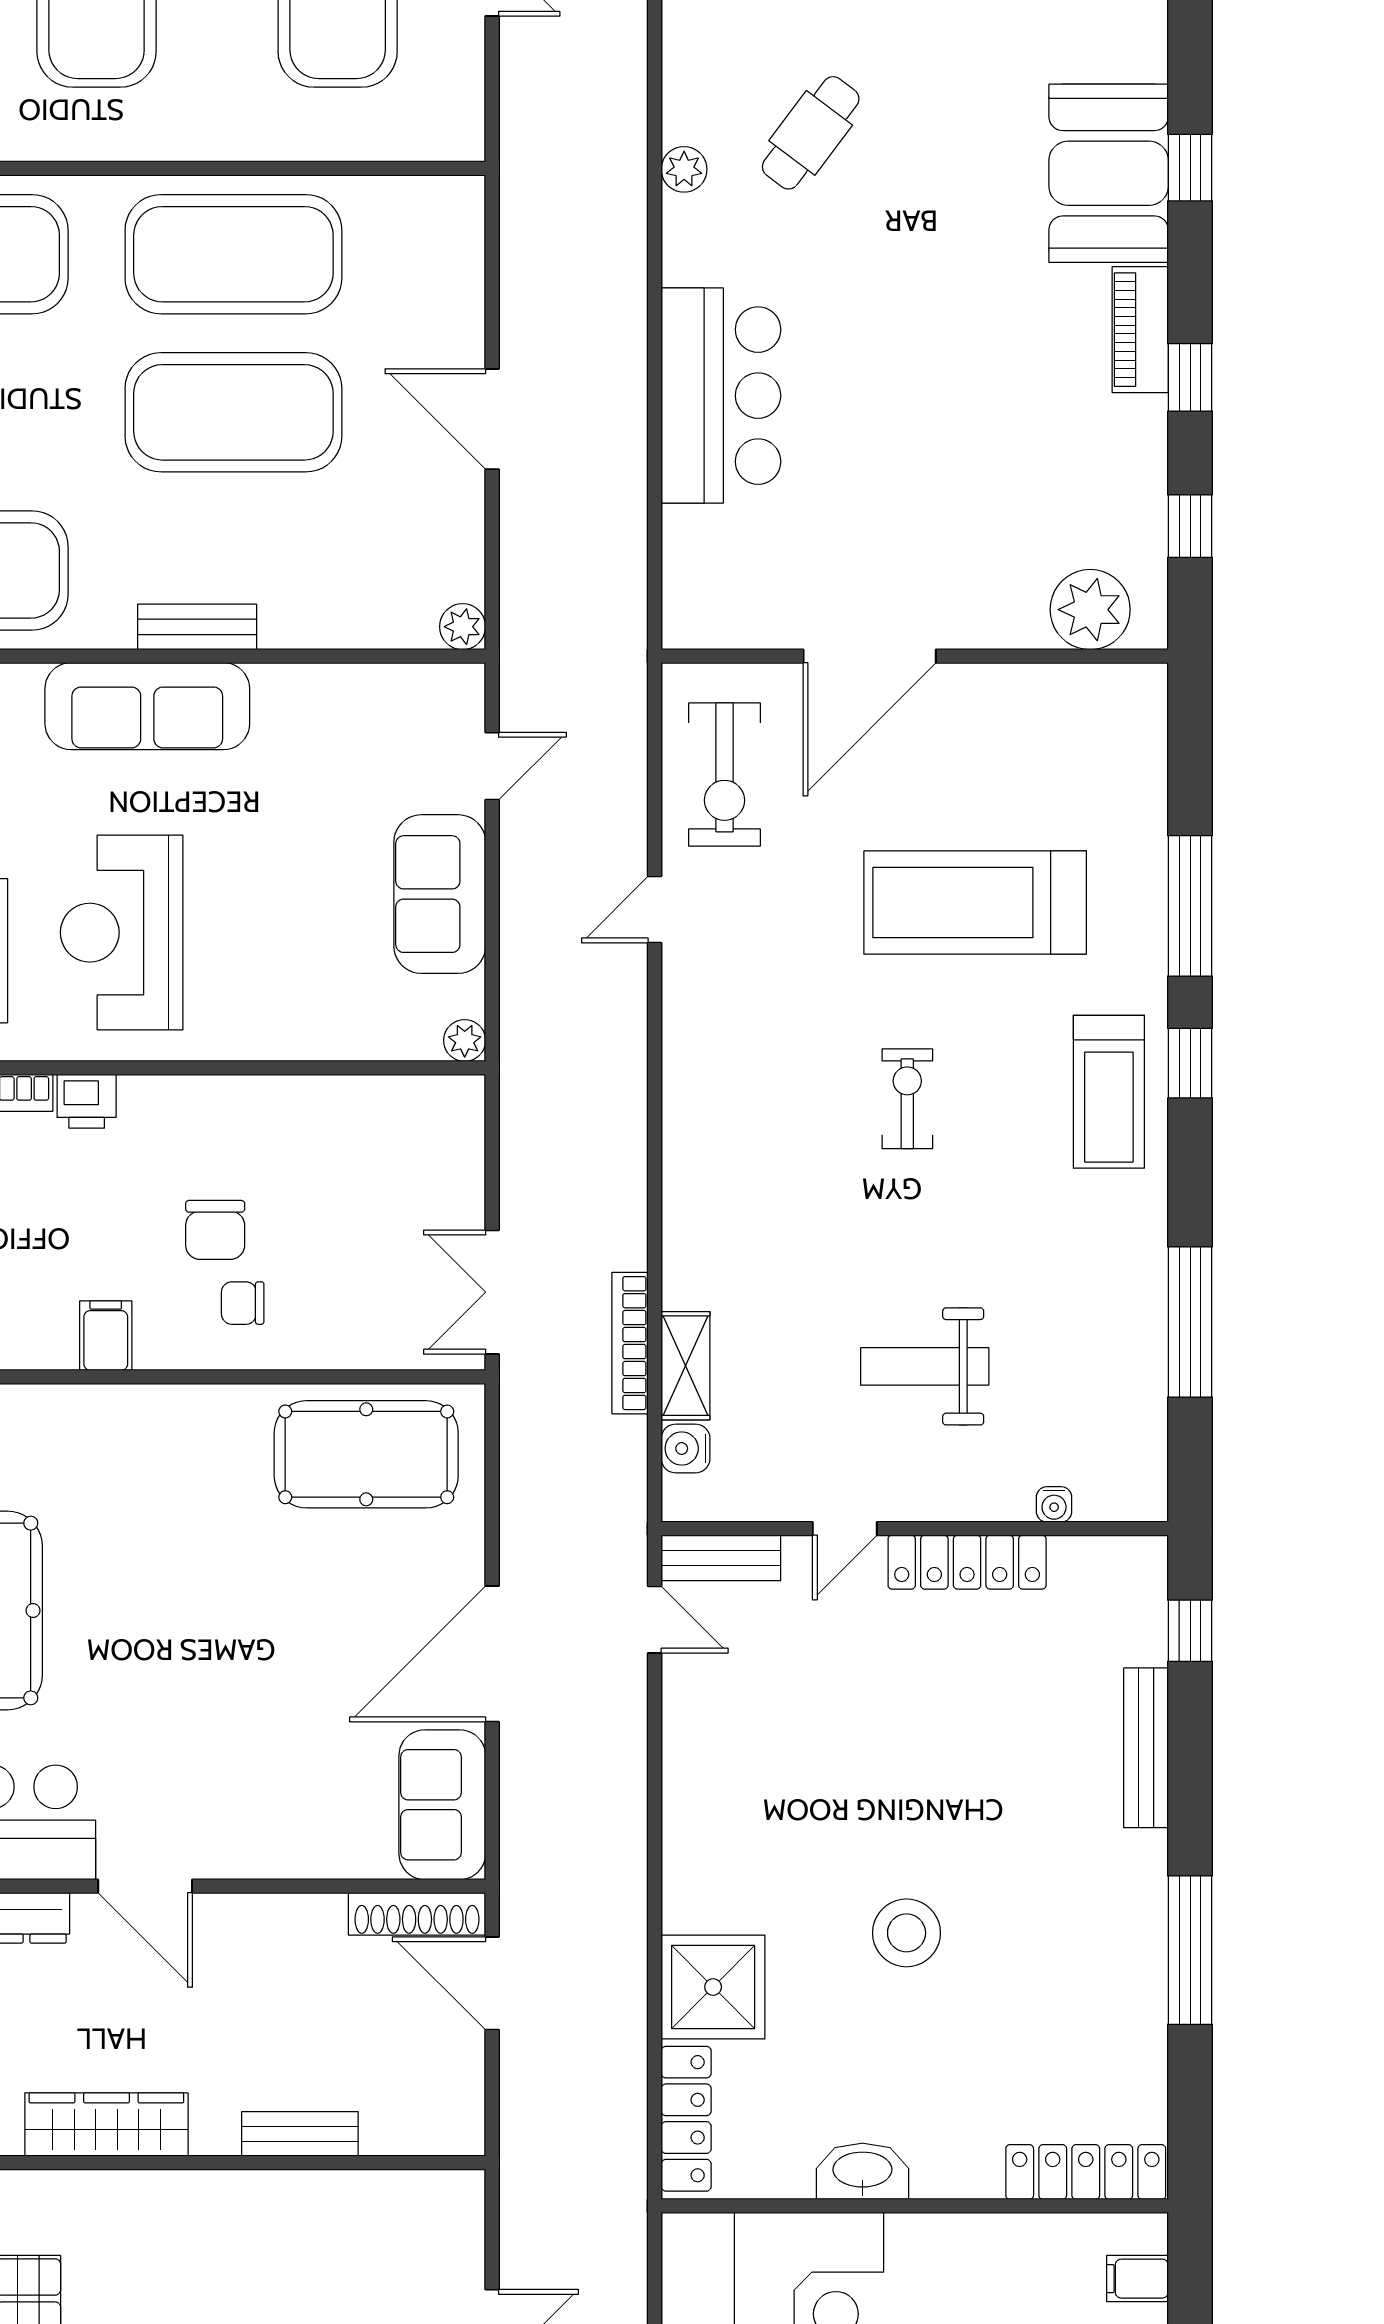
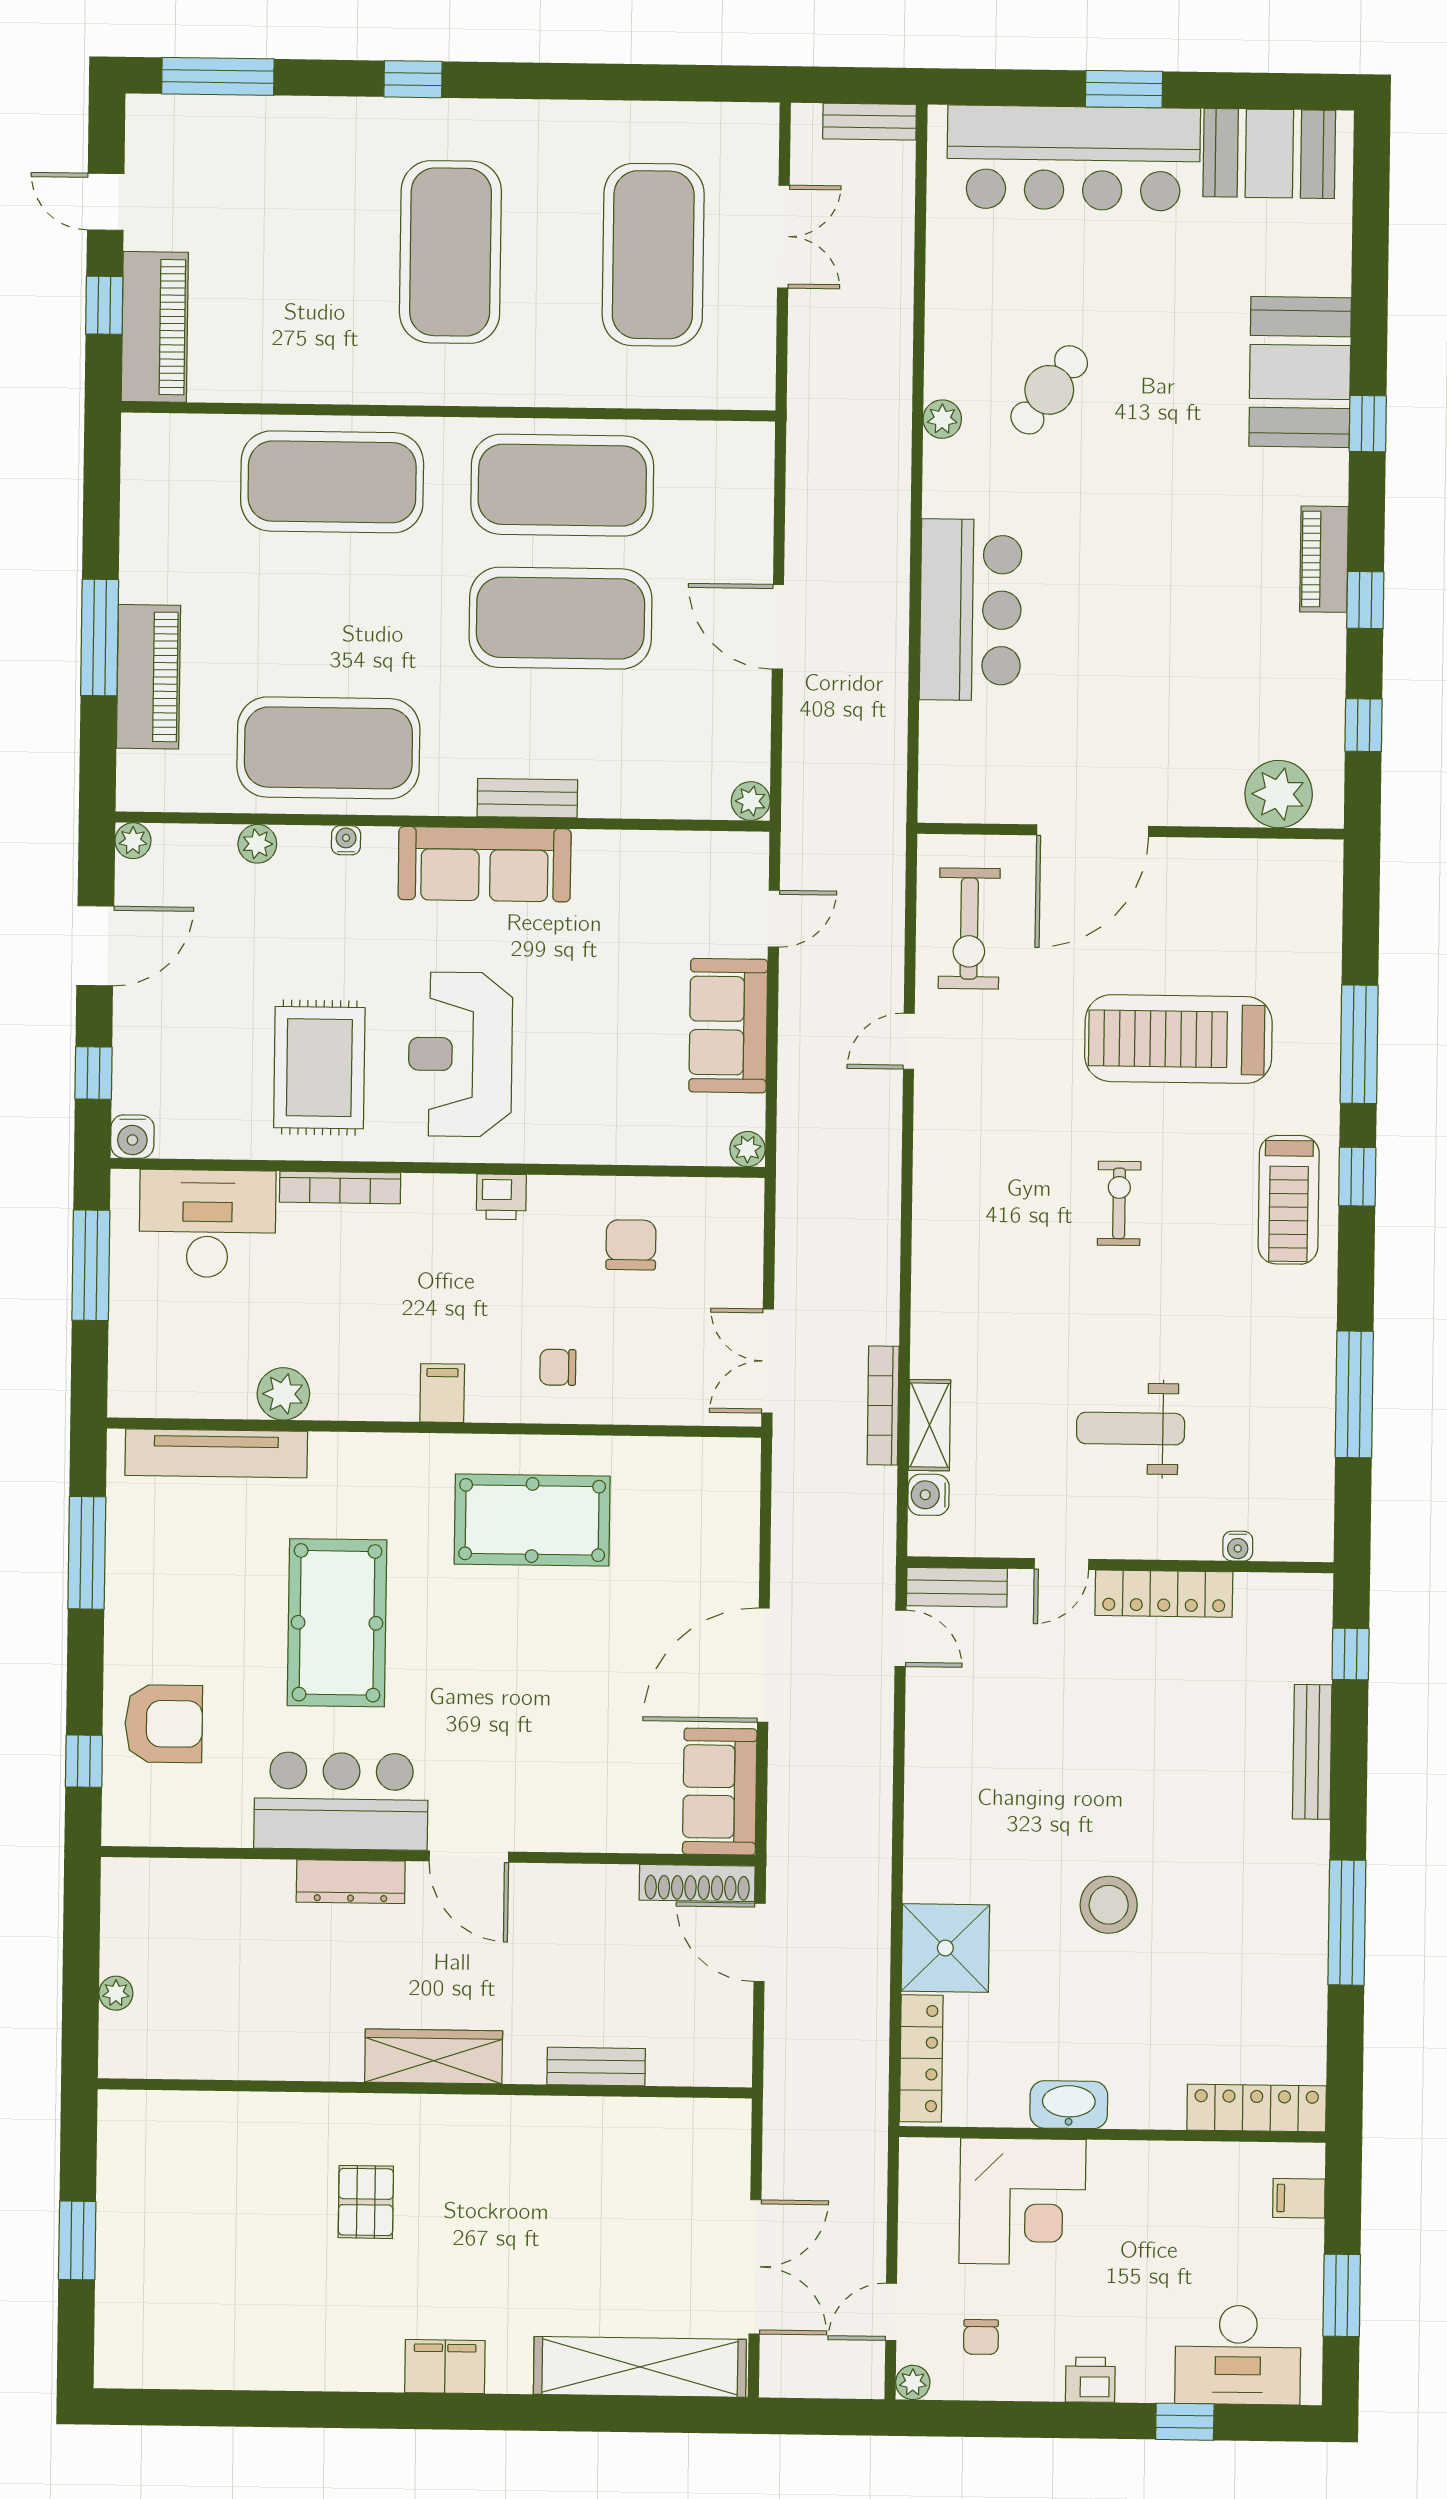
booth: (1109, 173) -> (1300, 372), moved
printer: (87, 1101) -> (501, 1197), moved
chair: (215, 1230) -> (631, 1245), moved, turned 180
pool table: (366, 1454) -> (532, 1520), moved

